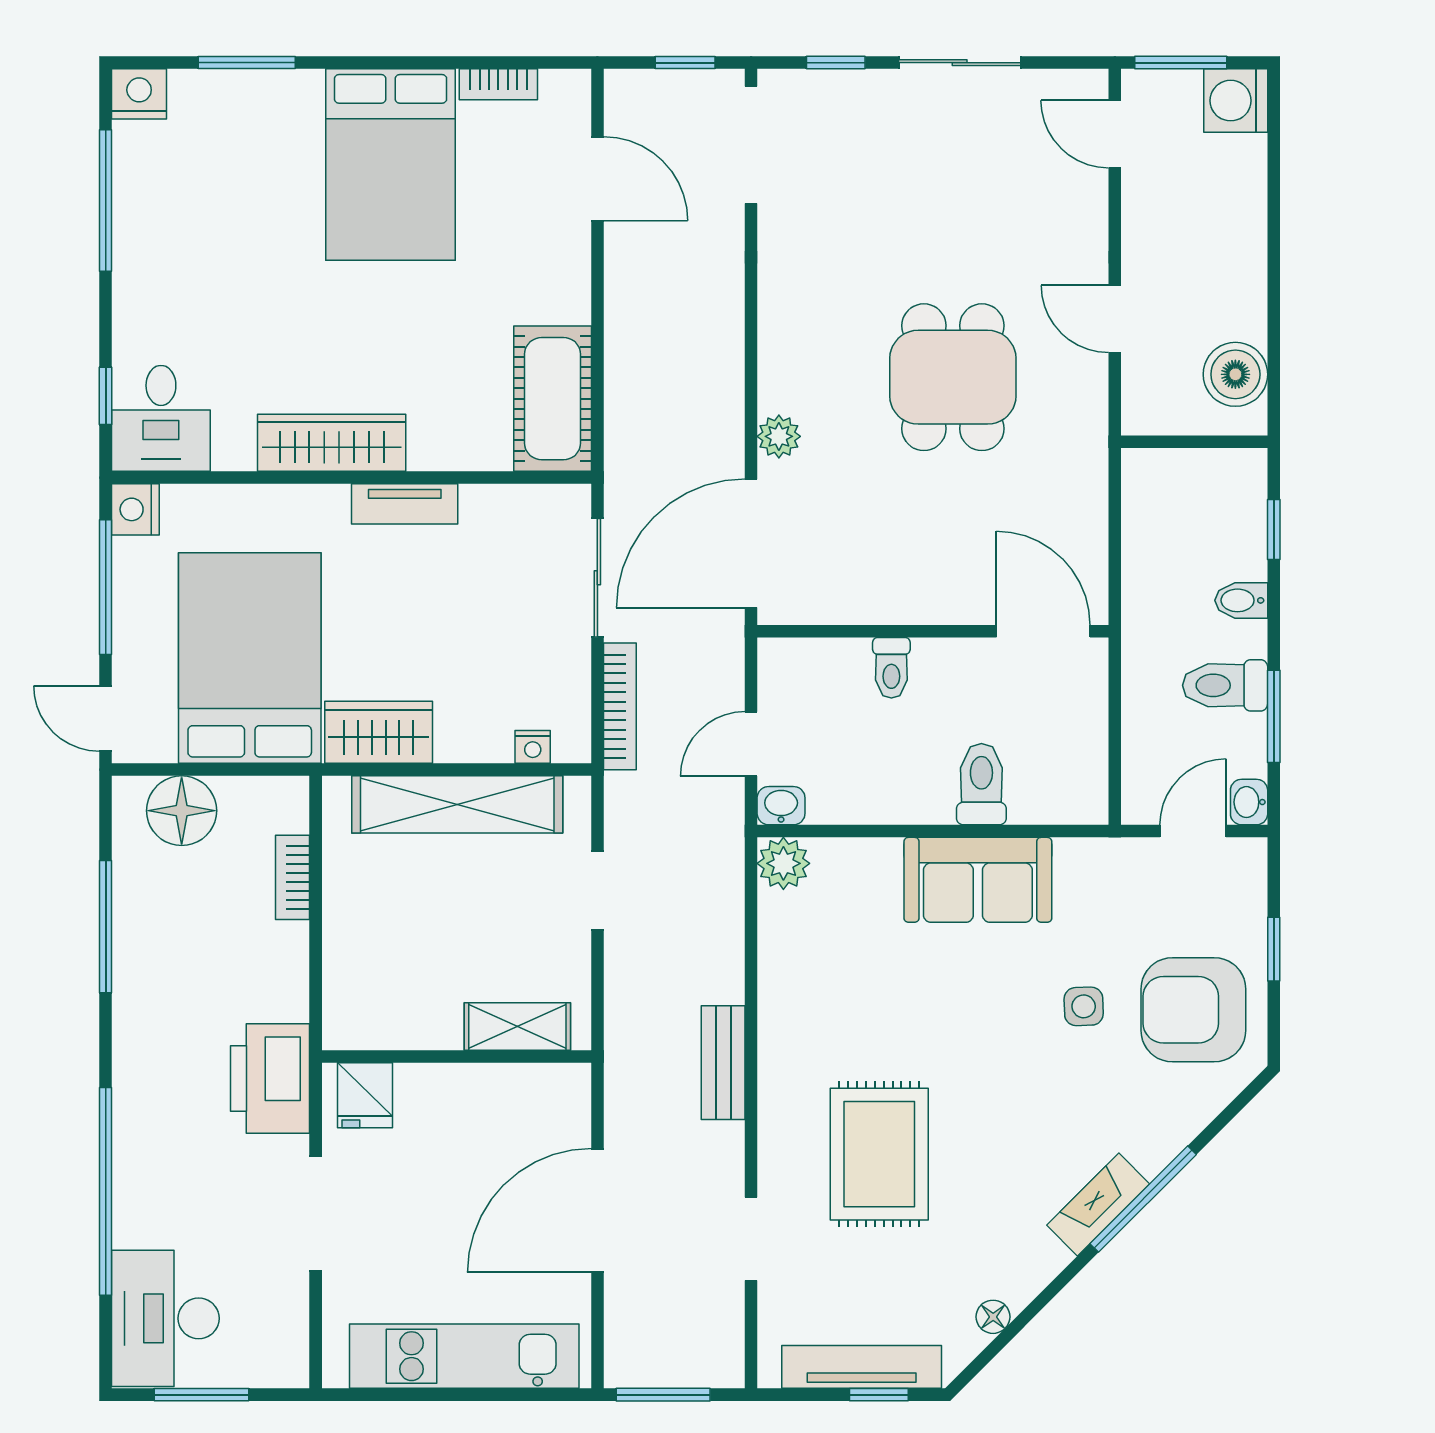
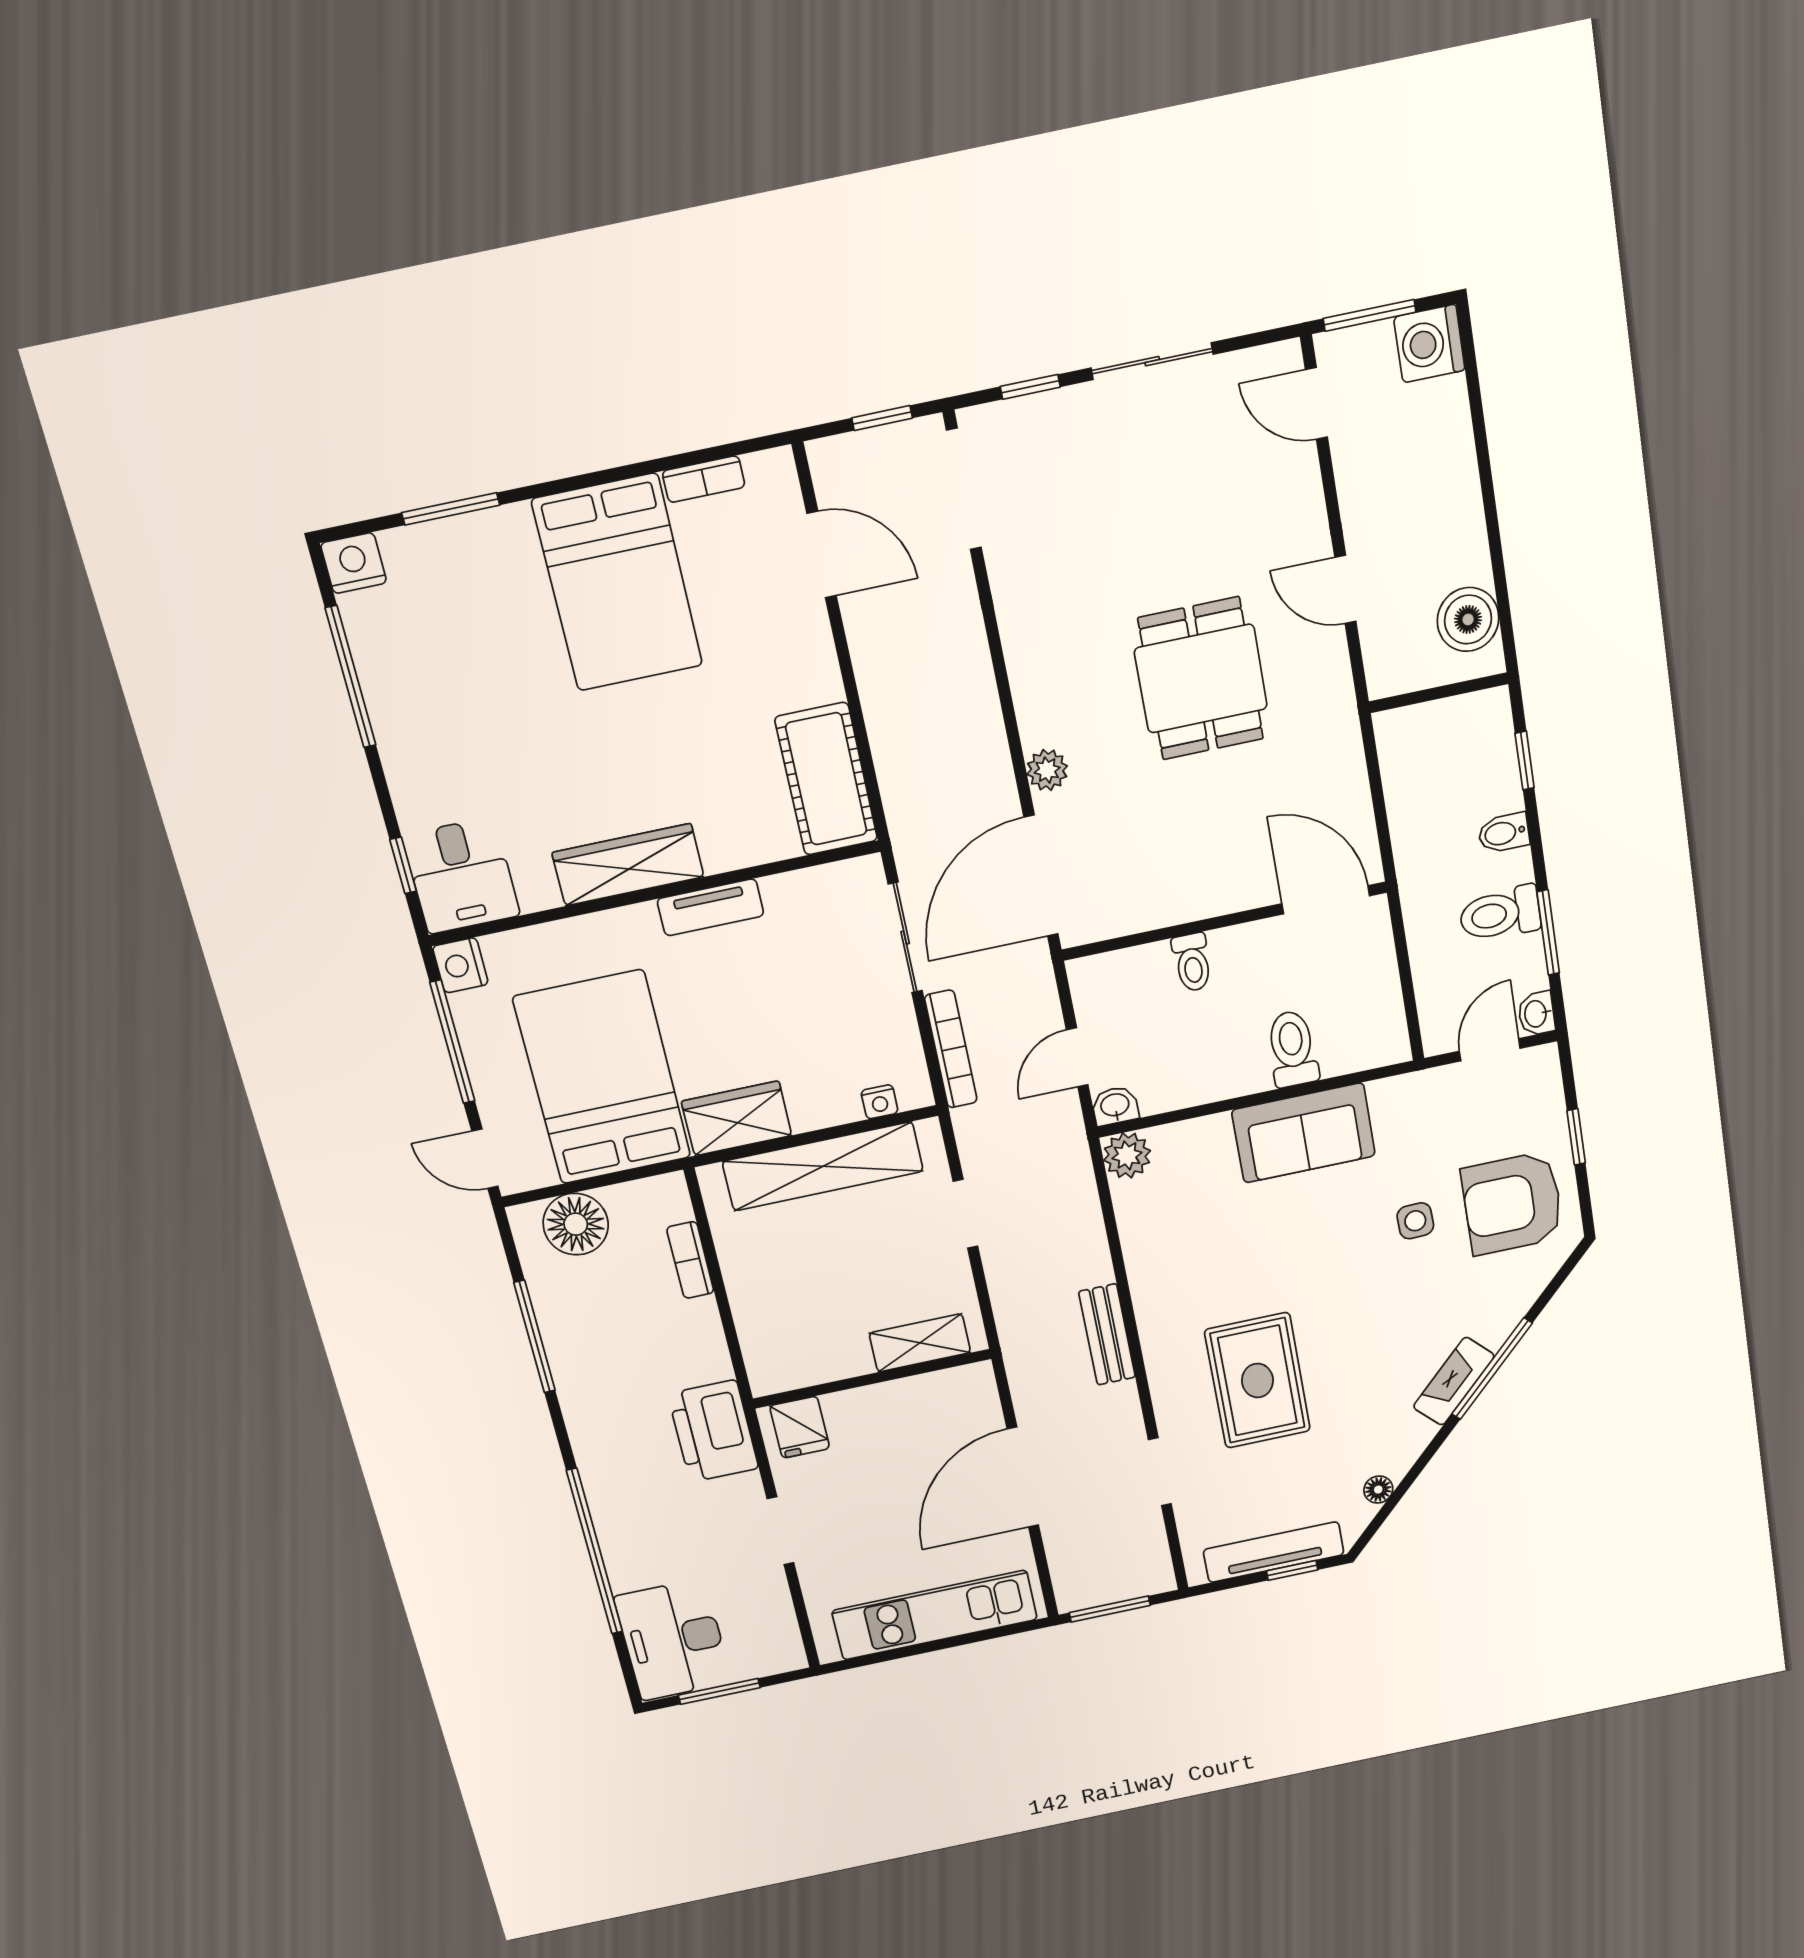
doorway: (316, 1214) -> (780, 1531), width x0.73

